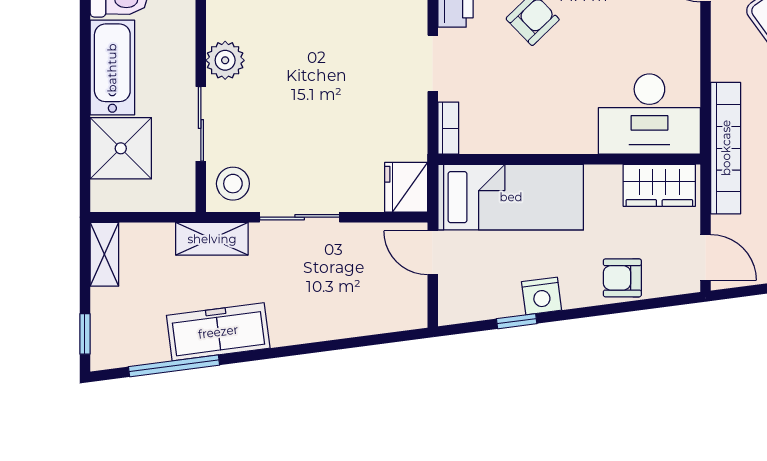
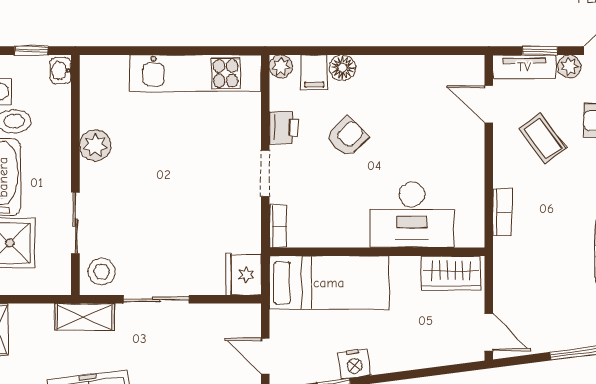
plant: (225, 60) -> (95, 145), moved
desk: (649, 114) -> (412, 215), moved
bookcase: (726, 148) -> (502, 212), width x0.43, depth x0.76
door: (433, 253) -> (265, 356), moved
armchair: (622, 278) -> (421, 349), removed

